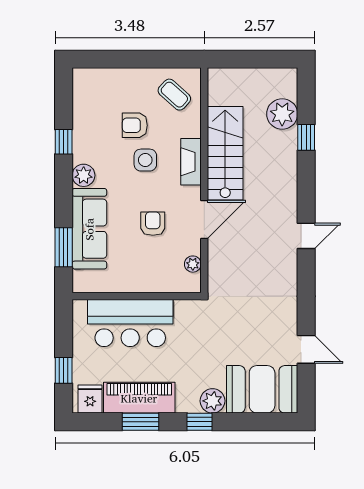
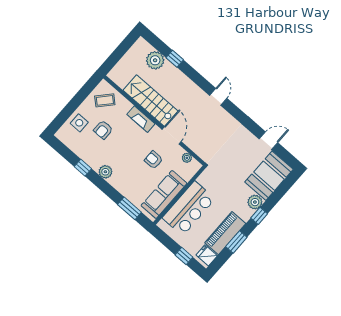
side table: (145, 160) -> (79, 123), moved
sofa: (89, 229) -> (164, 194), moved, turned -90

